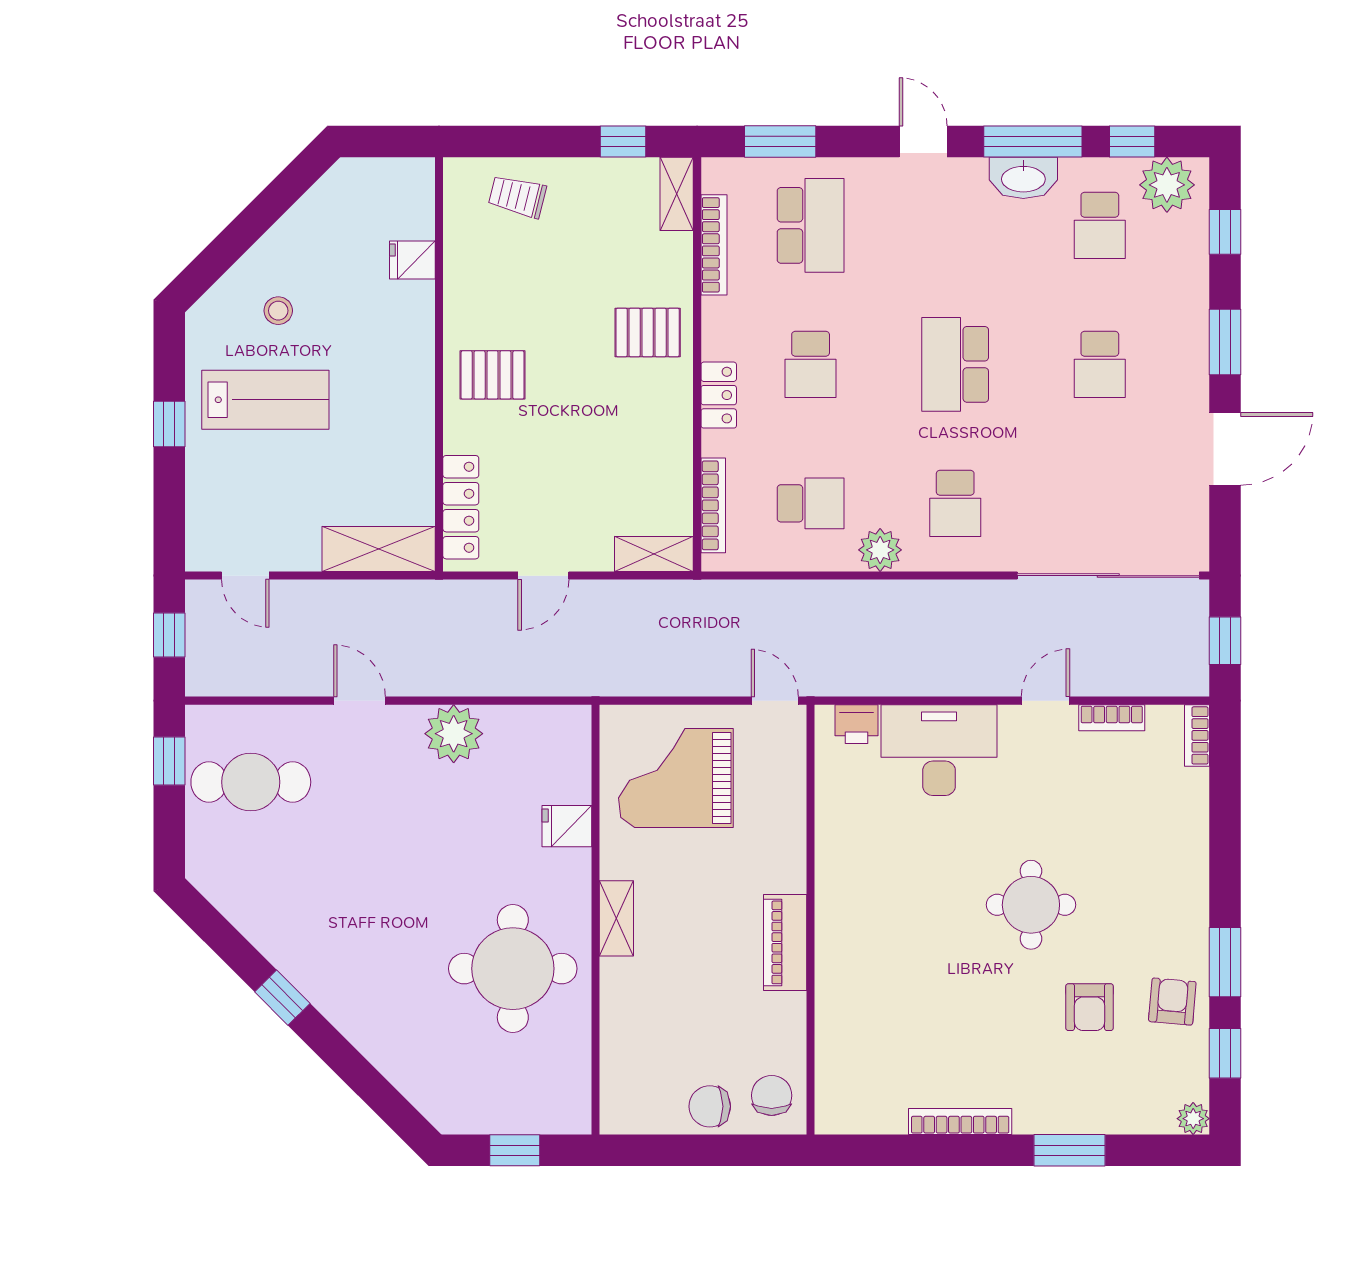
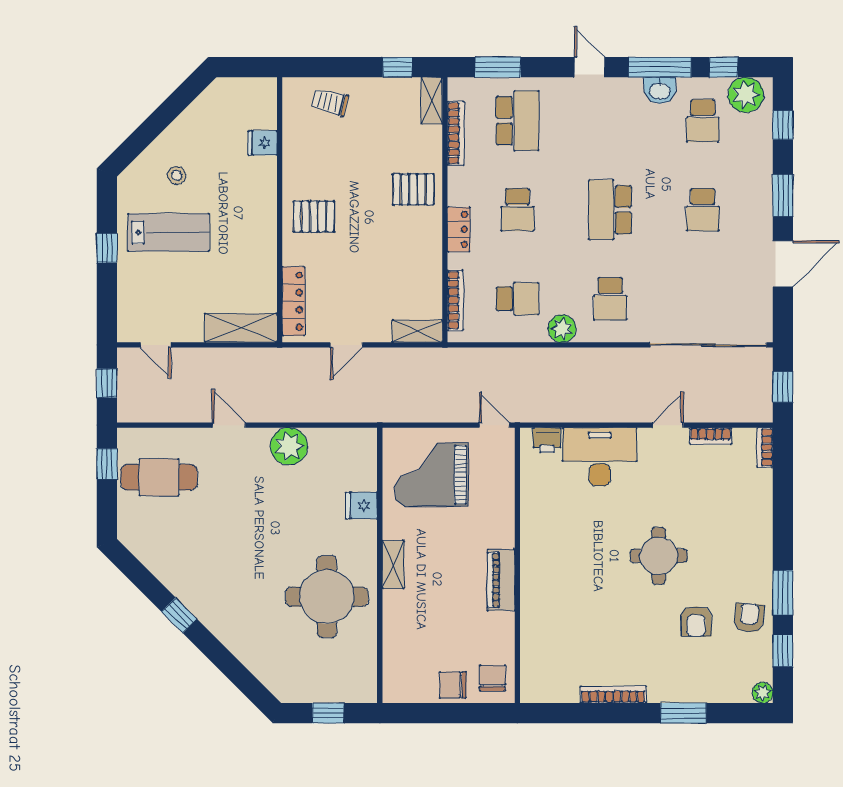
washbasin: (1023, 178) -> (660, 90), width x0.72

